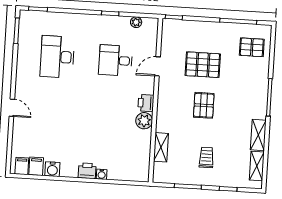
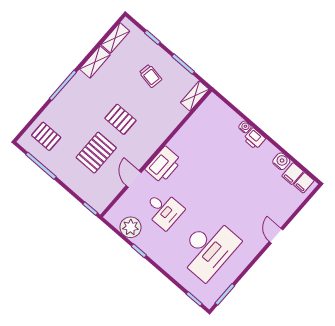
plant: (136, 22) -> (130, 227), width x1.88, depth x1.88
desk: (57, 57) -> (208, 249), width x1.36, depth x1.30
pallet: (203, 65) -> (96, 153), turned 90
door: (158, 66) -> (134, 179), swing flipped
printer: (146, 103) -> (163, 165), width x1.87, depth x1.48
pallet: (204, 105) -> (120, 119), turned 90
plant: (144, 121) -> (178, 144), removed
shelving: (161, 147) -> (195, 96), moved
trolley: (206, 157) -> (150, 76), turned -80

